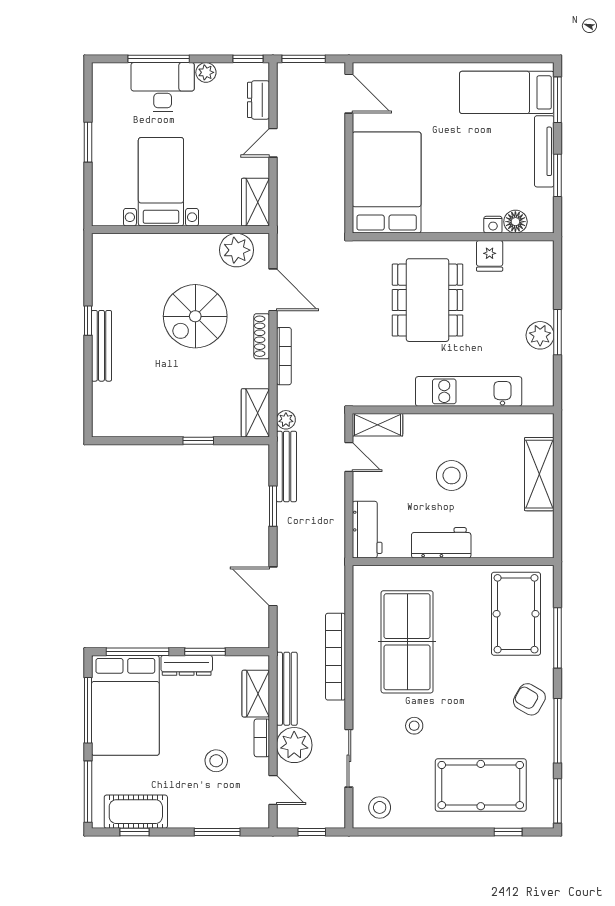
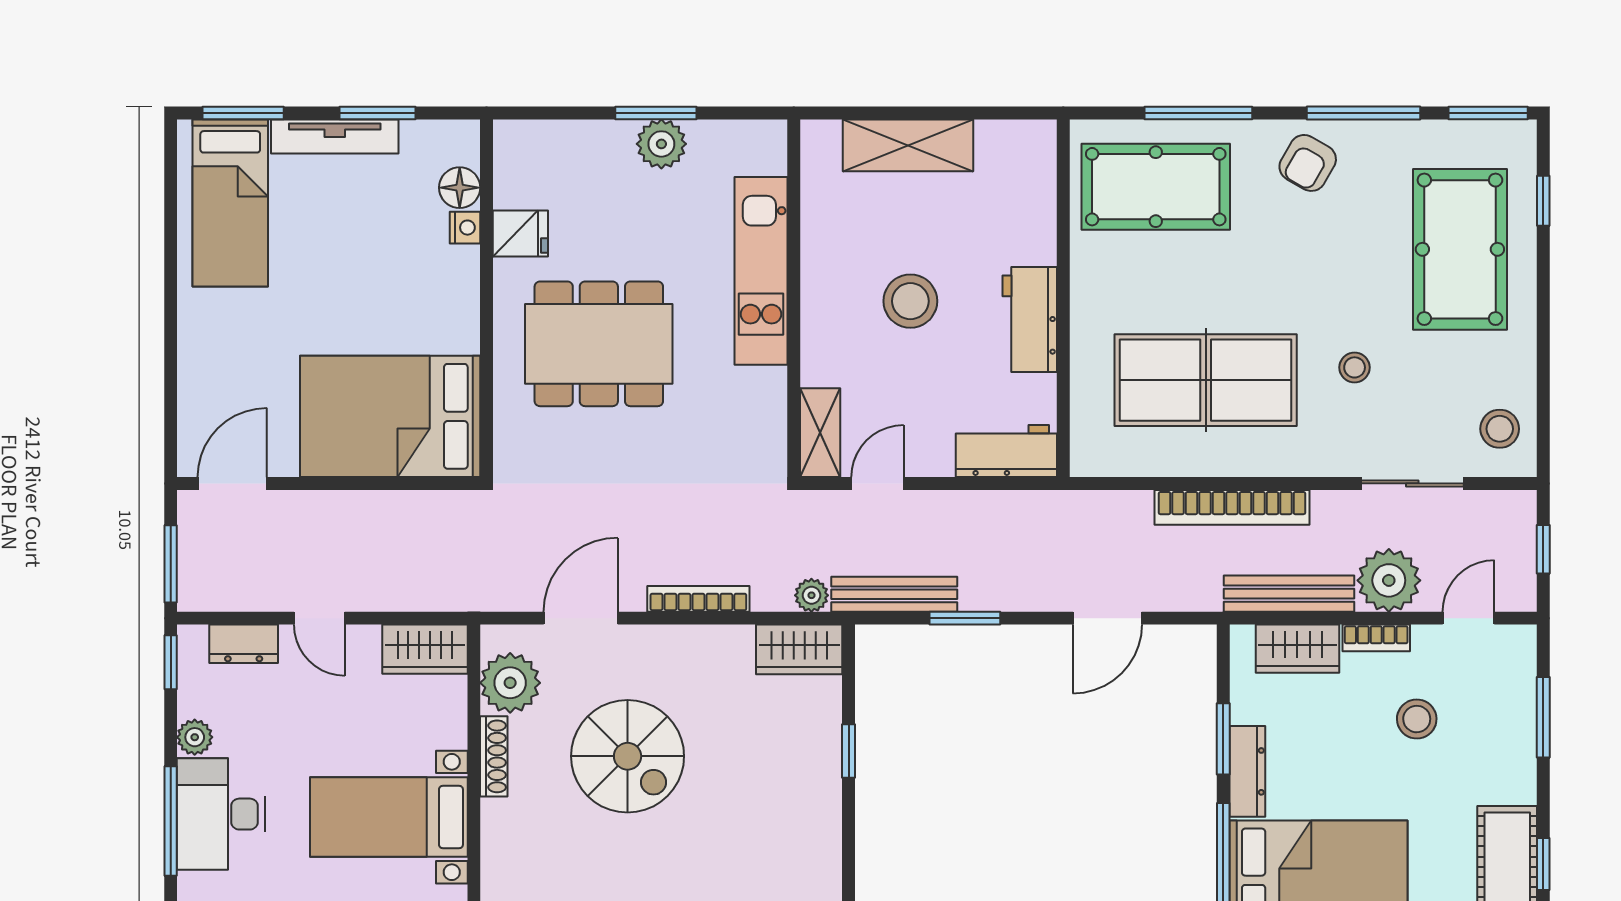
shoe rack: (262, 336) -> (494, 756), moved, turned -90

